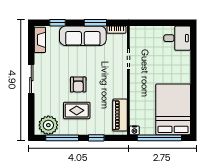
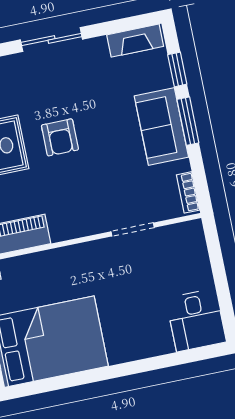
window: (95, 23) -> (188, 121), moved
sofa: (83, 36) -> (161, 126), width x0.73
armchair: (78, 85) -> (60, 137), turned -90

